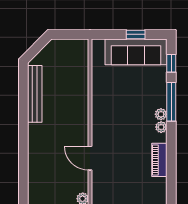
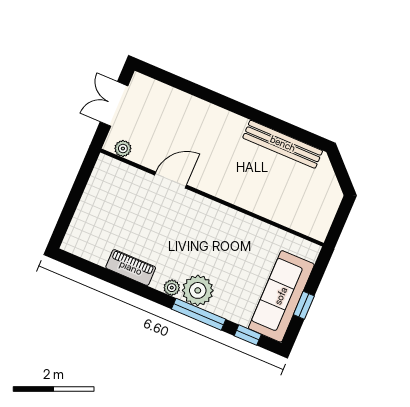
plant: (161, 114) -> (198, 290), width x1.87, depth x1.87

